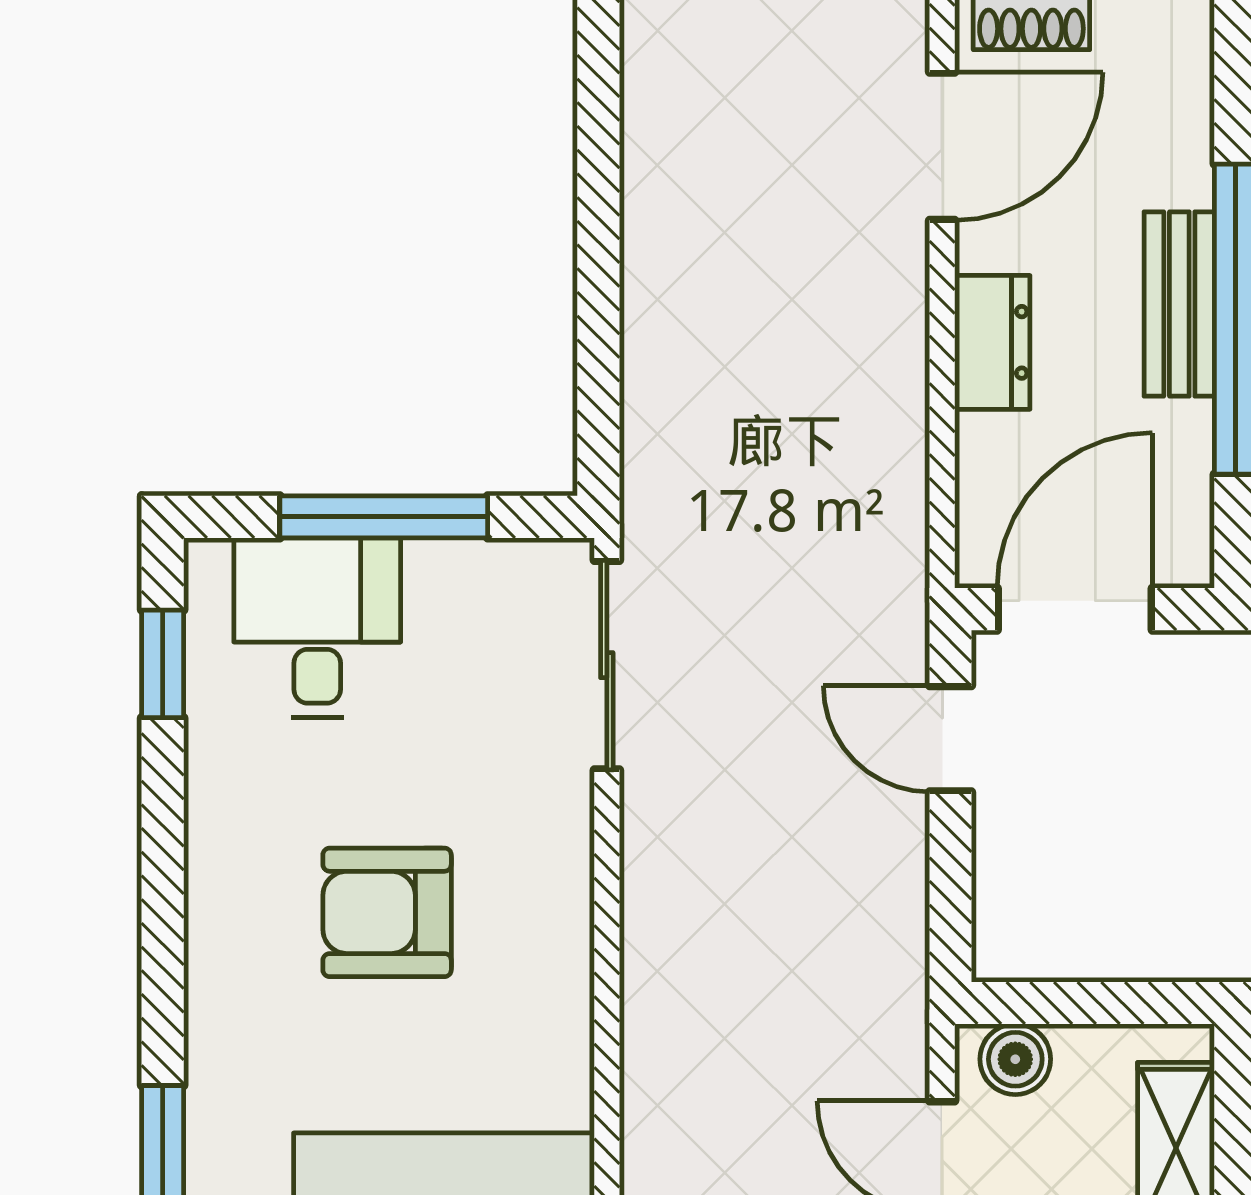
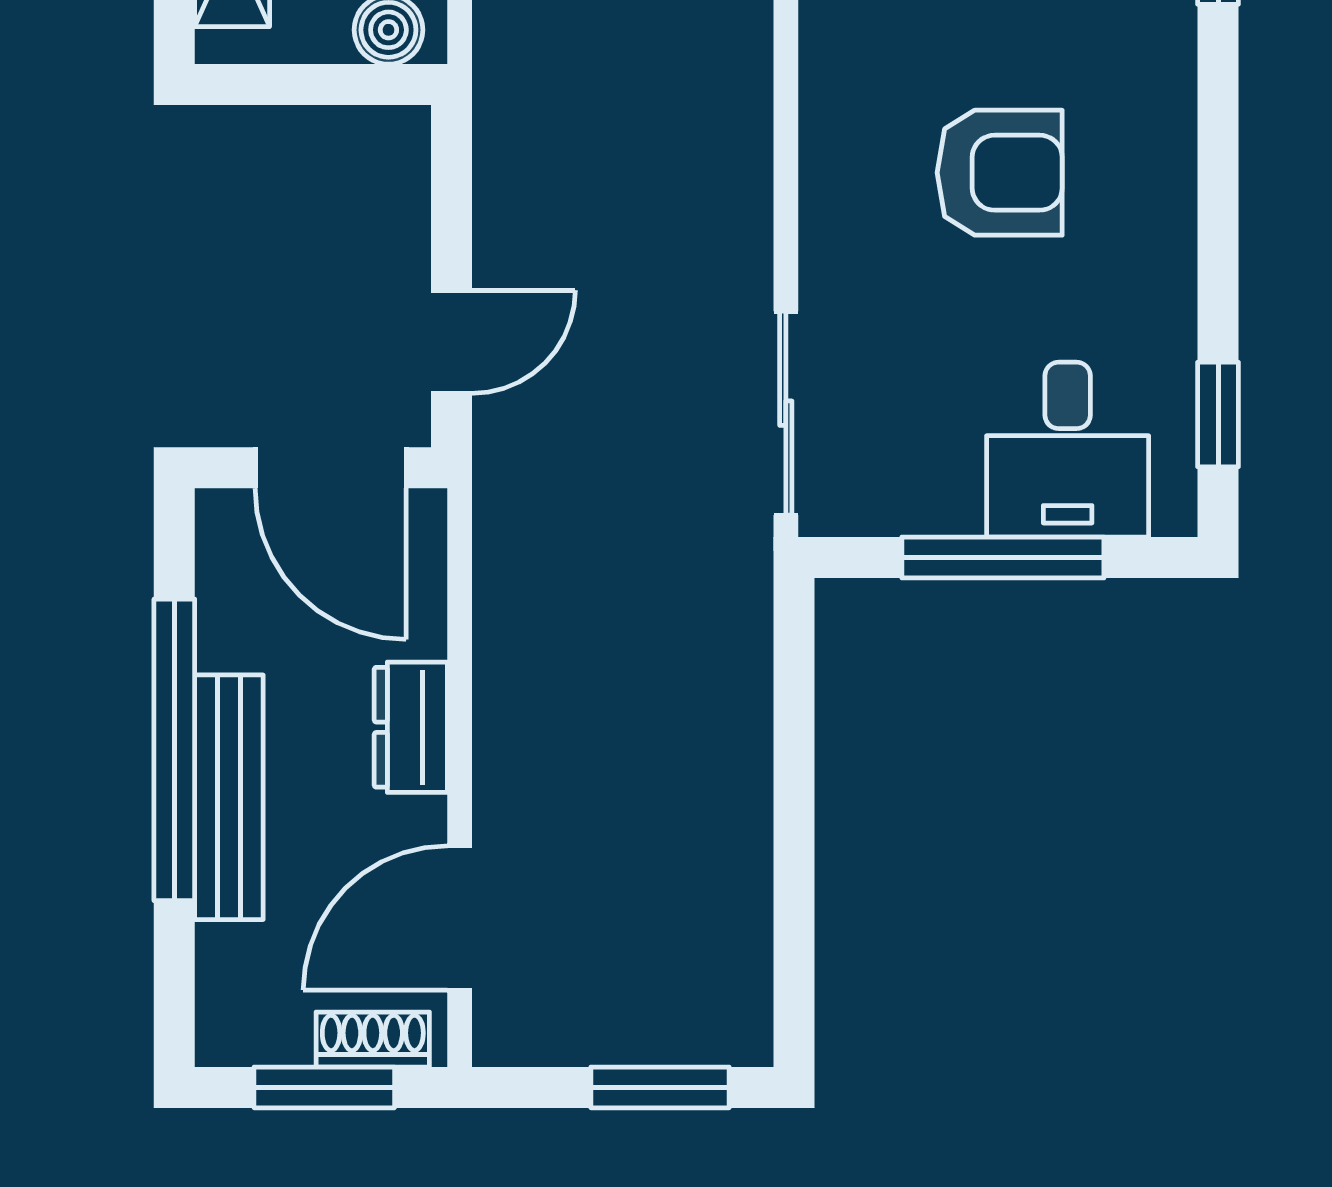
bench: (1179, 304) -> (229, 797), width x1.36
door: (1075, 609) -> (331, 468), hinge flipped
door: (950, 739) -> (452, 342), hinge flipped

